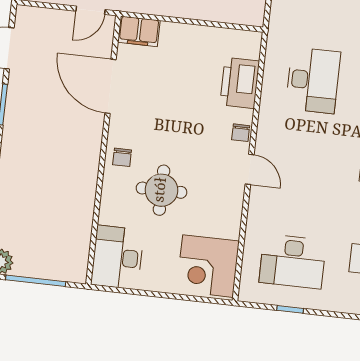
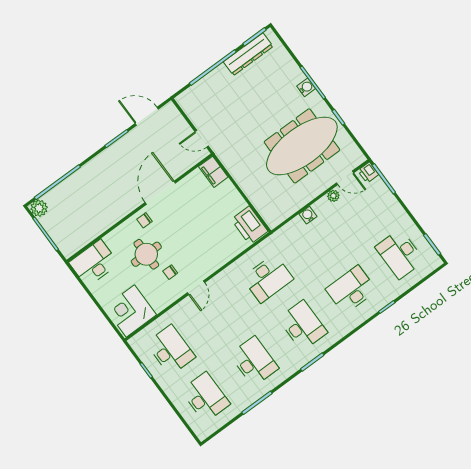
printer: (240, 83) -> (249, 225), moved, turned -90
door: (110, 86) -> (160, 193), moved
chair: (241, 133) -> (170, 272), moved
desk: (293, 262) -> (171, 350), turned 180

